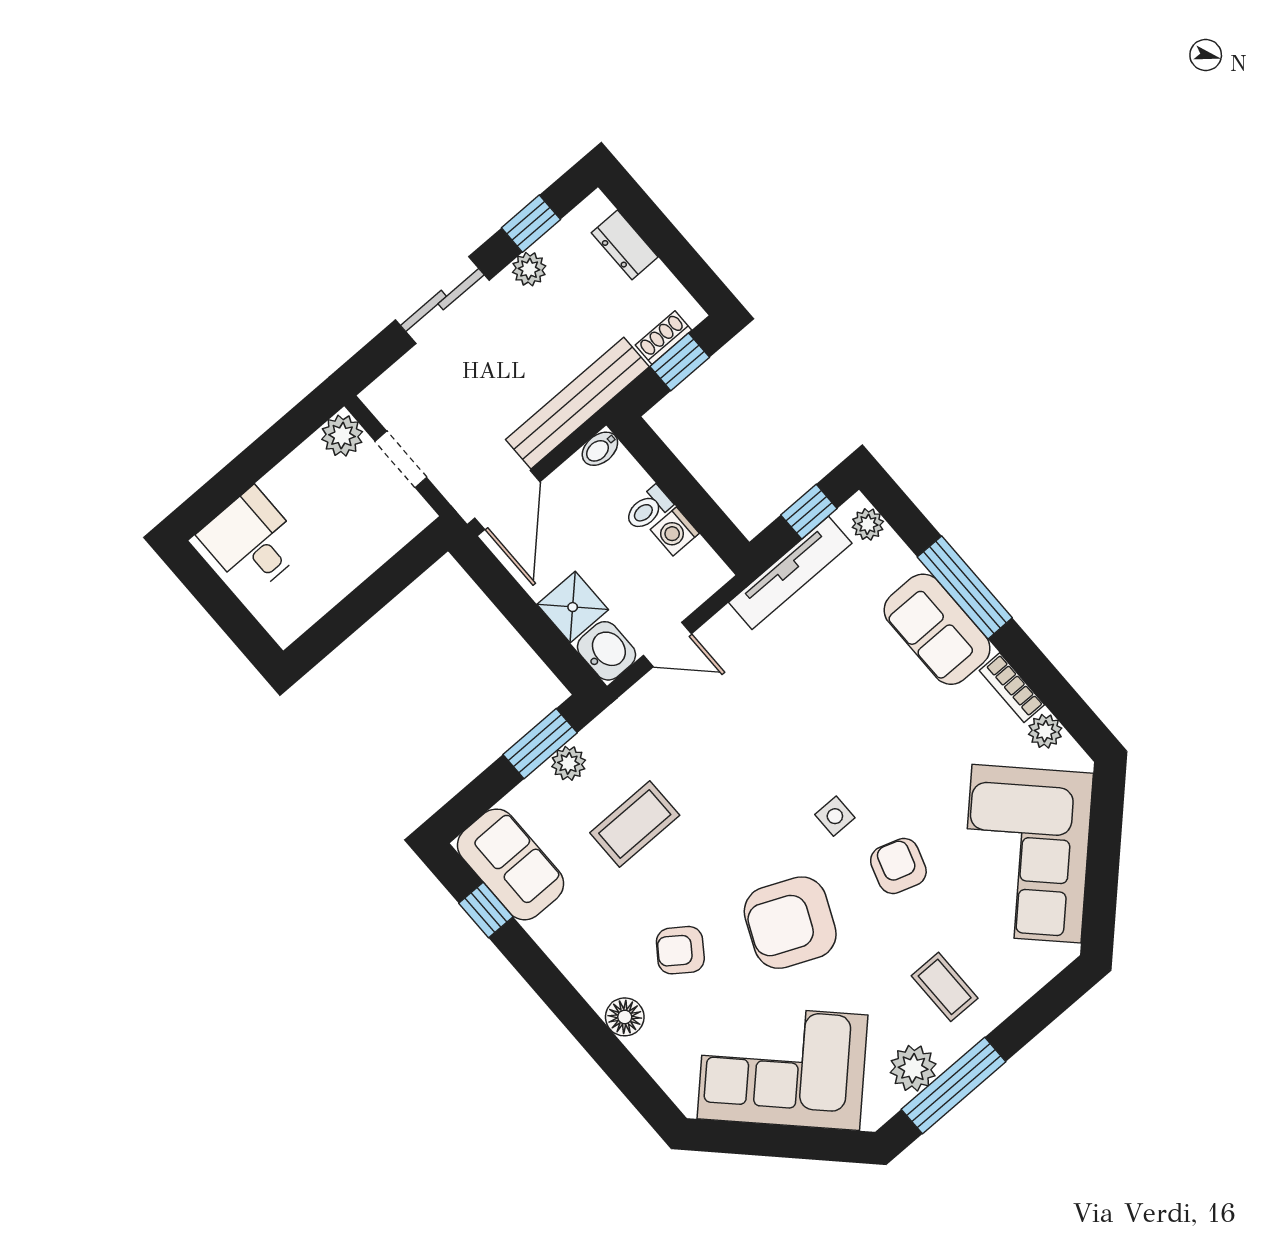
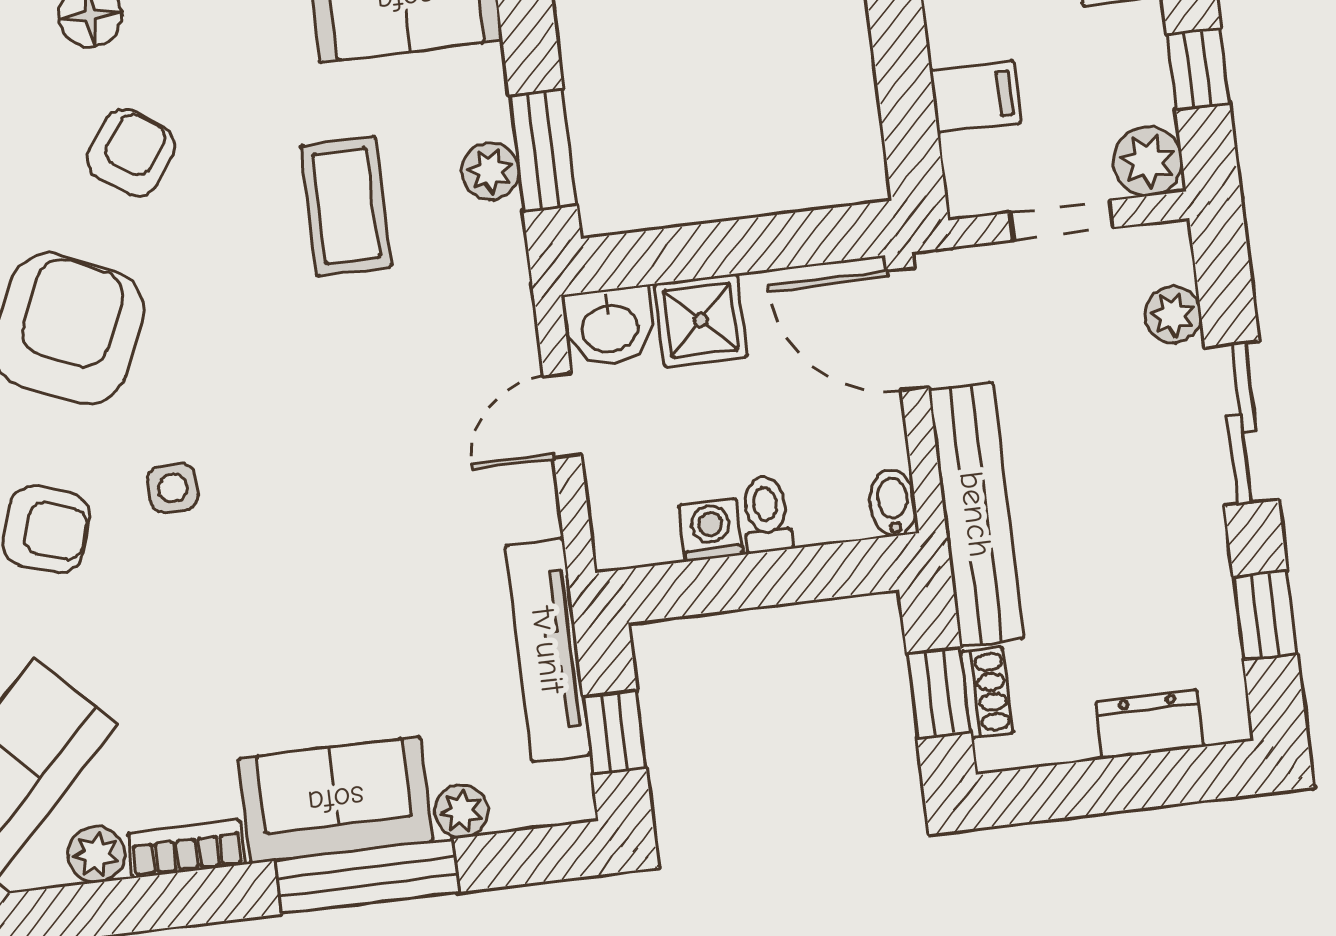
plant: (529, 269) -> (1173, 315), moved
window: (279, 441) -> (1198, 69), added
plant: (868, 524) -> (462, 811), moved
filing cabinet: (368, 544) -> (975, 97), added

